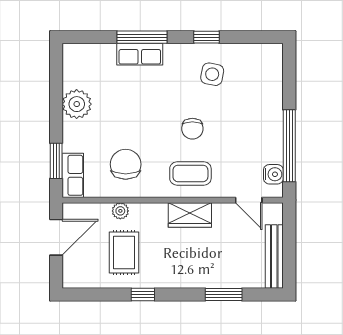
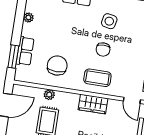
side table: (212, 74) -> (109, 21), moved
plant: (77, 104) -> (28, 17), width x0.53, depth x0.53
row of seats: (73, 175) -> (25, 51), moved

